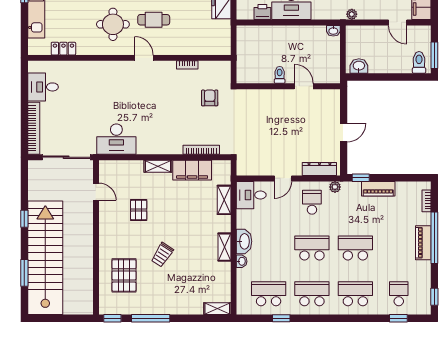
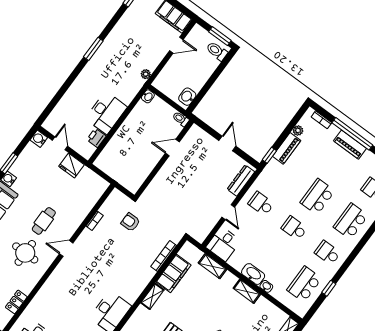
toilet: (280, 75) -> (181, 119), moved
plant: (335, 187) -> (298, 130), moved
school desk: (312, 248) -> (294, 228), width x0.54
school desk: (312, 294) -> (328, 253), width x0.54

